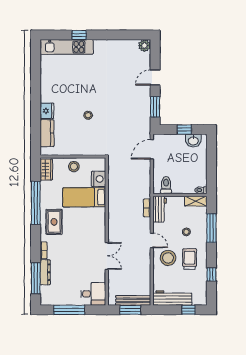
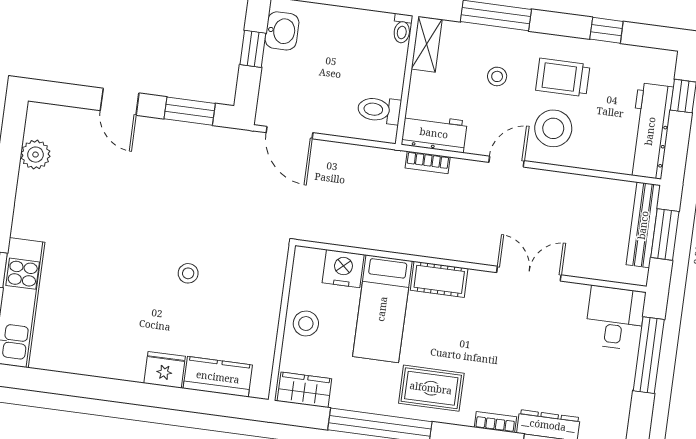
plant: (144, 46) -> (35, 155), moved
cot: (99, 219) -> (439, 279), added
window: (69, 310) -> (649, 355), moved

